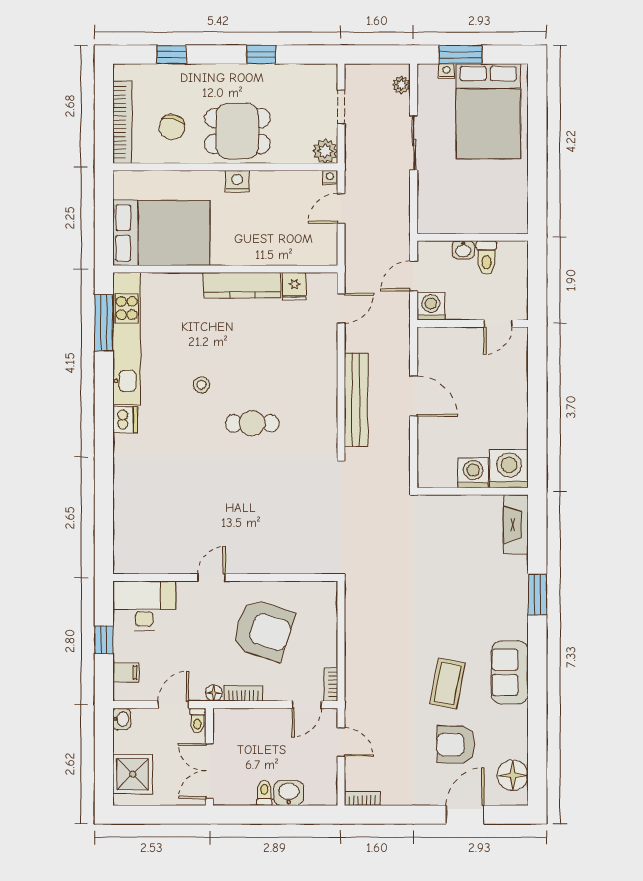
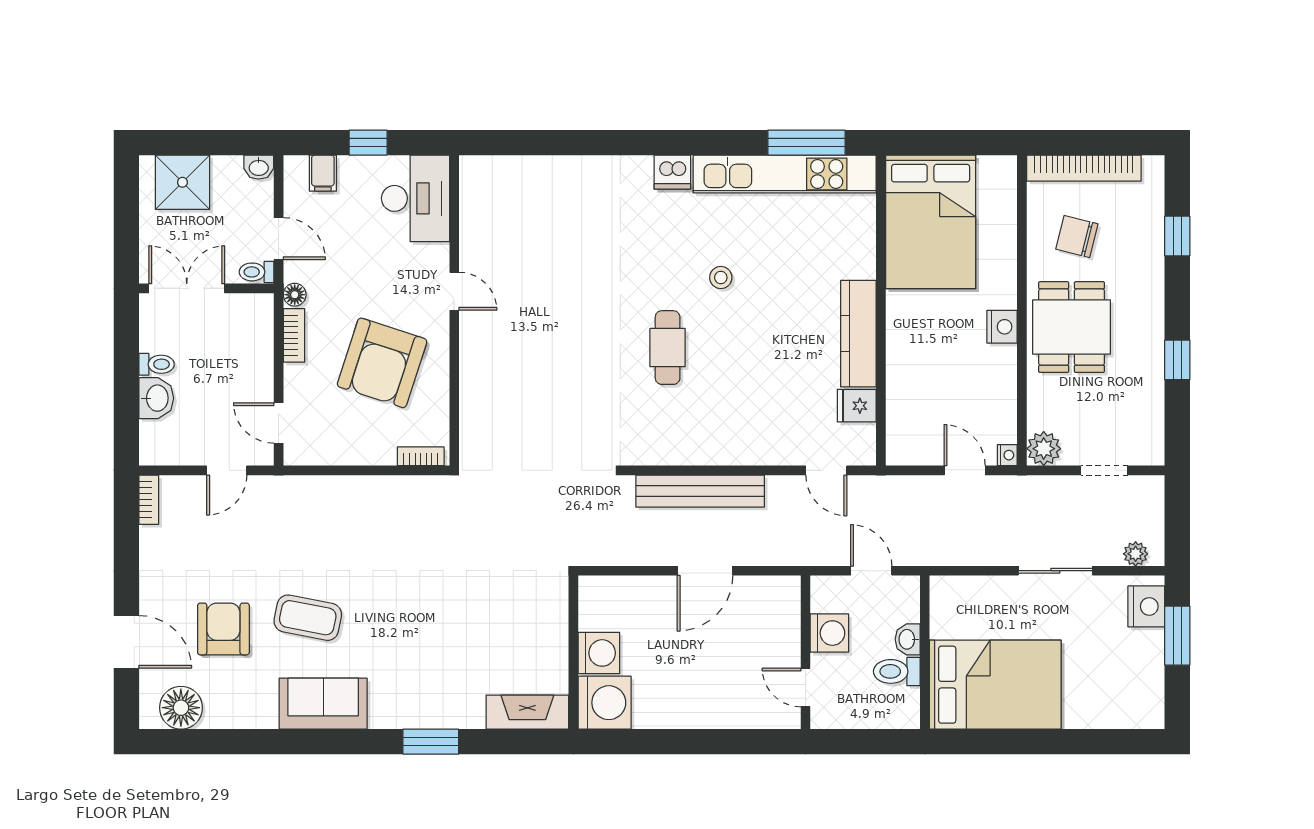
nightstand: (446, 71) -> (1146, 606), width x1.89, depth x1.79
bed: (488, 111) -> (995, 685), moved, turned 180
washing machine: (431, 306) -> (829, 633), moved
bookcase: (331, 684) -> (421, 456), moved

